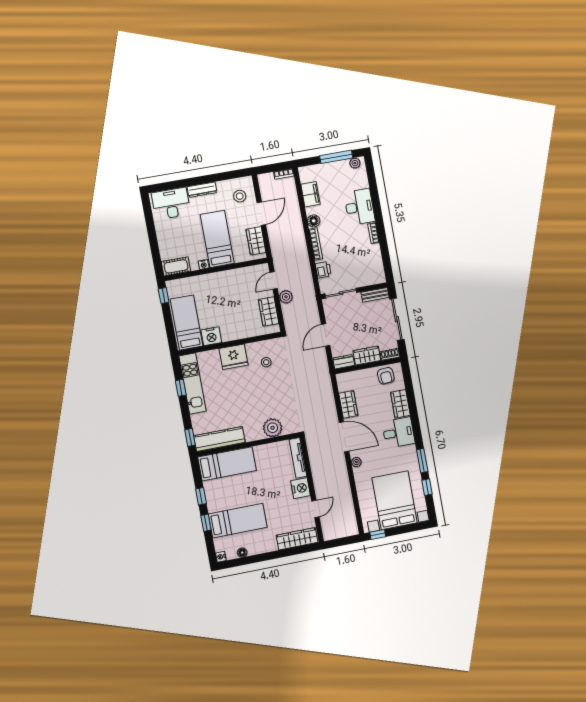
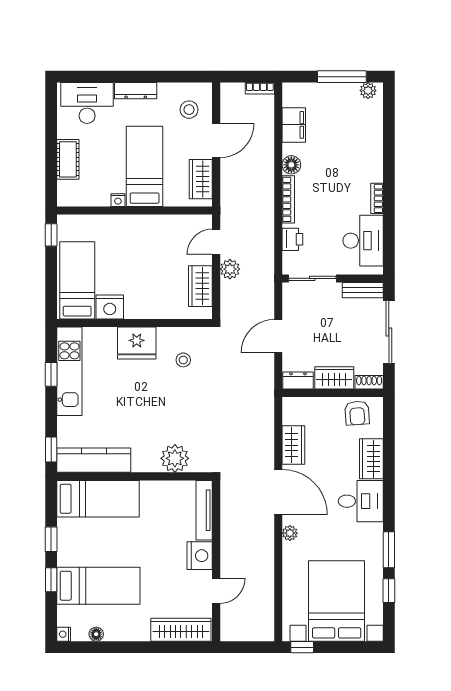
desk: (359, 207) -> (363, 241), moved
cot: (176, 266) -> (68, 159), moved, turned 90

